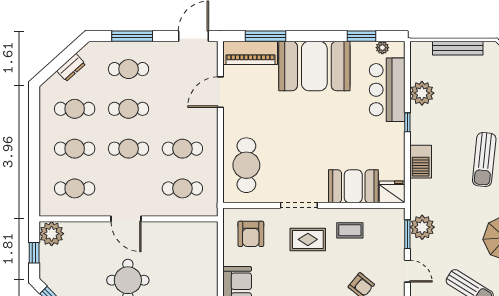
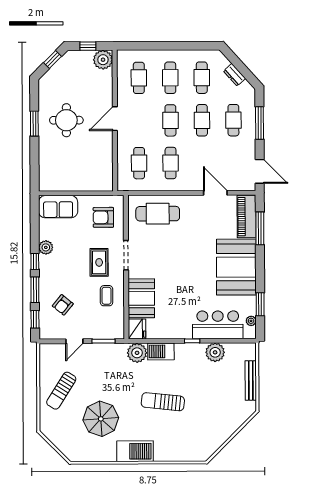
plant: (422, 227) -> (137, 353), moved

